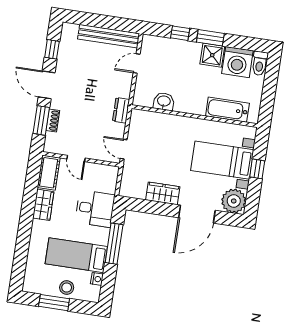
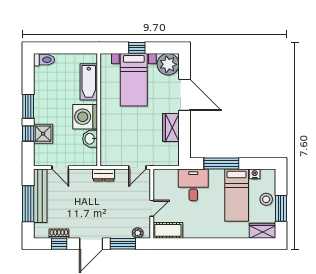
window: (102, 21) -> (28, 204), added
shower: (212, 55) -> (43, 134), moved
washing machine: (237, 62) -> (85, 117), moved, turned 180
shoe rack: (53, 120) -> (59, 234), moved
plant: (51, 139) -> (138, 233), added
wardrobe: (43, 205) -> (262, 231), moved

